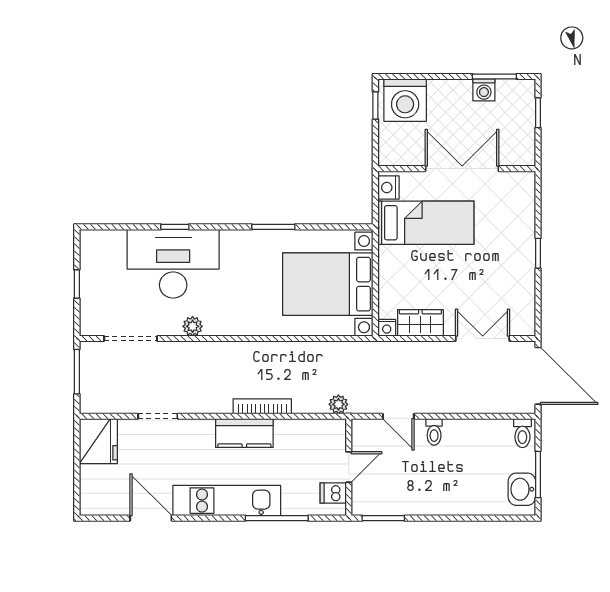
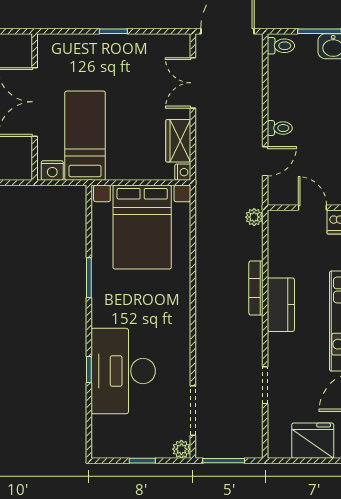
plant: (193, 326) -> (181, 449), moved
fridge: (98, 441) -> (313, 441), moved

